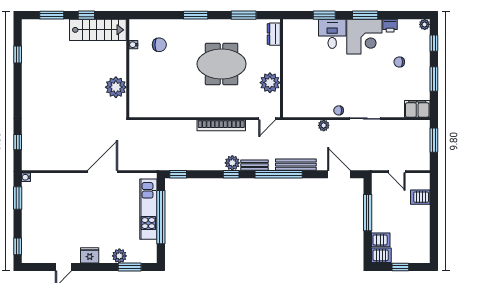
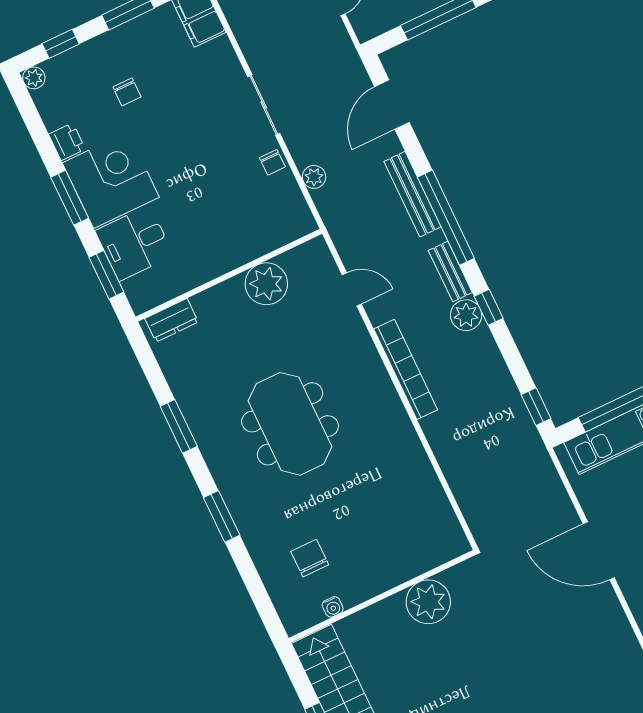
dresser: (274, 34) -> (172, 320), moved
wall: (281, 68) -> (229, 275), moved
plant: (270, 83) -> (266, 284), moved

